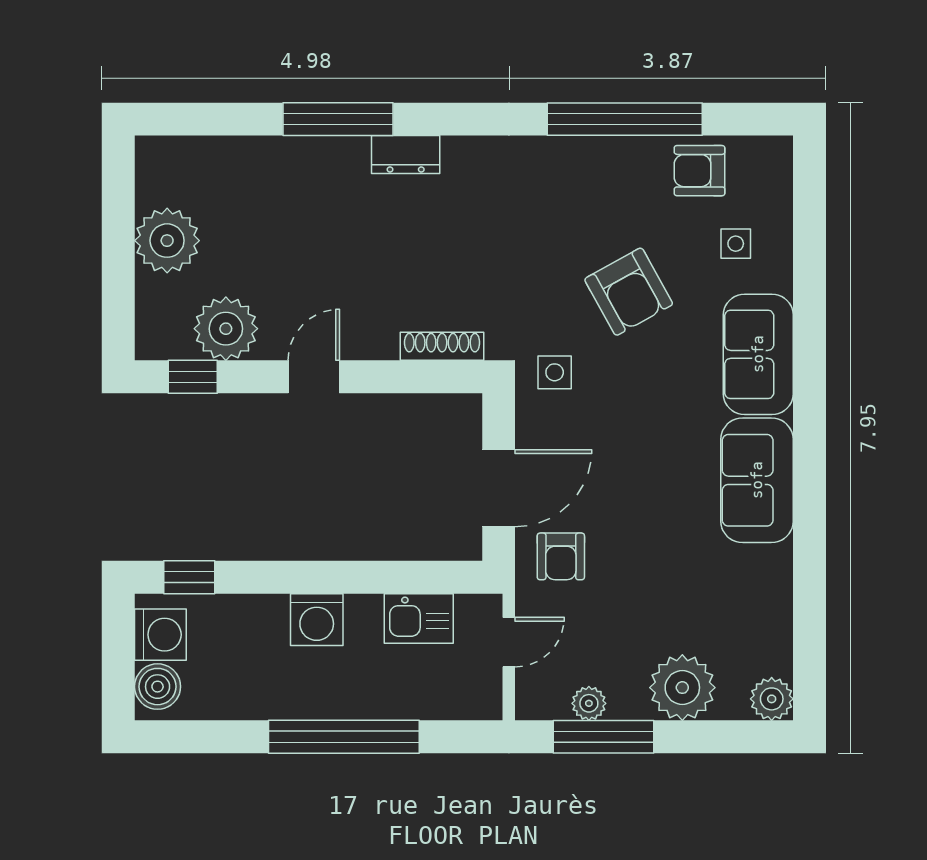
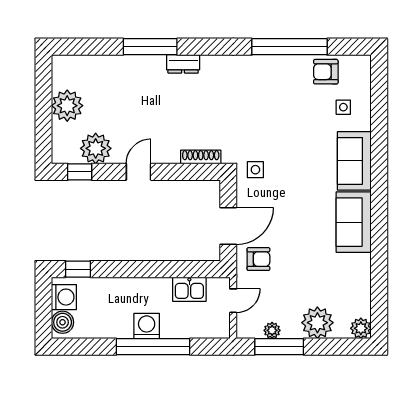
armchair: (629, 292) -> (291, 130), removed
armchair: (561, 556) -> (258, 259), turned -90
washing machine: (317, 620) -> (147, 326), moved, turned 180

